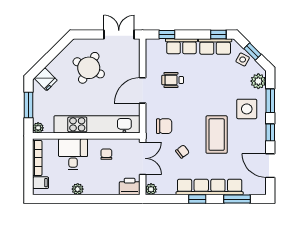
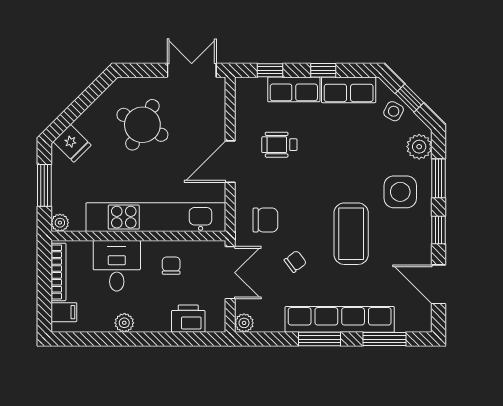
window: (218, 34) -> (323, 70), moved
printer: (130, 187) -> (188, 319), moved
window: (197, 199) -> (320, 339), width x1.50

